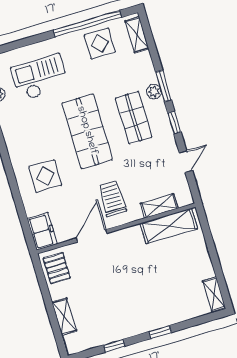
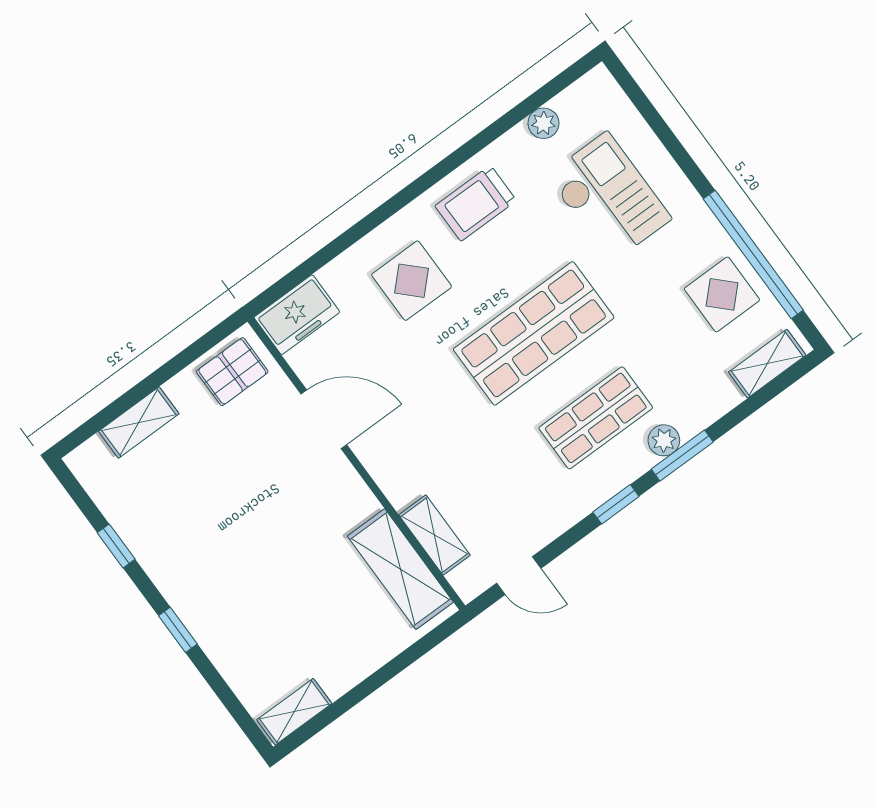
door: (186, 161) -> (519, 576), moved
trolley: (112, 199) -> (476, 203), moved, turned 180

